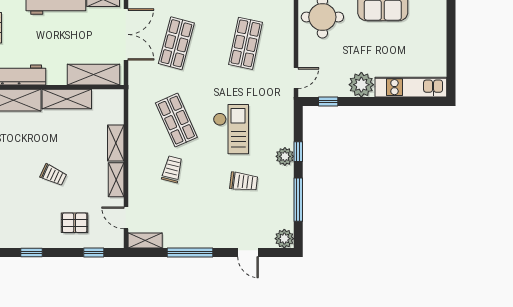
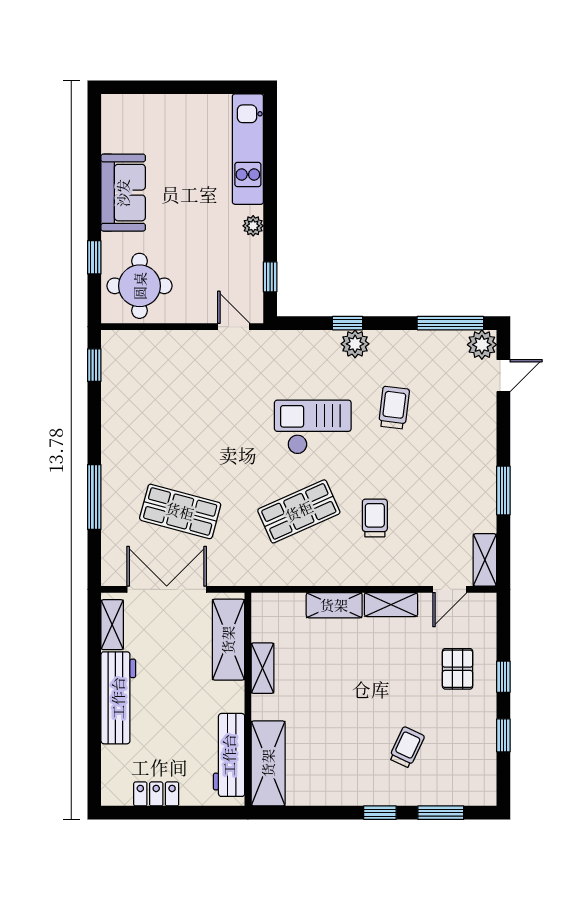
shop shelf: (246, 43) -> (180, 405), removed
plant: (361, 85) -> (253, 226), width x0.53, depth x0.53
shelving: (67, 99) -> (262, 668), width x0.67, depth x0.75
trolley: (172, 169) -> (375, 518), turned 76
trolley: (53, 175) -> (407, 747), moved
window: (298, 200) -> (450, 323), moved
window: (94, 252) -> (503, 677), moved
window: (190, 252) -> (503, 490), width x0.69
door: (248, 252) -> (503, 376), moved

